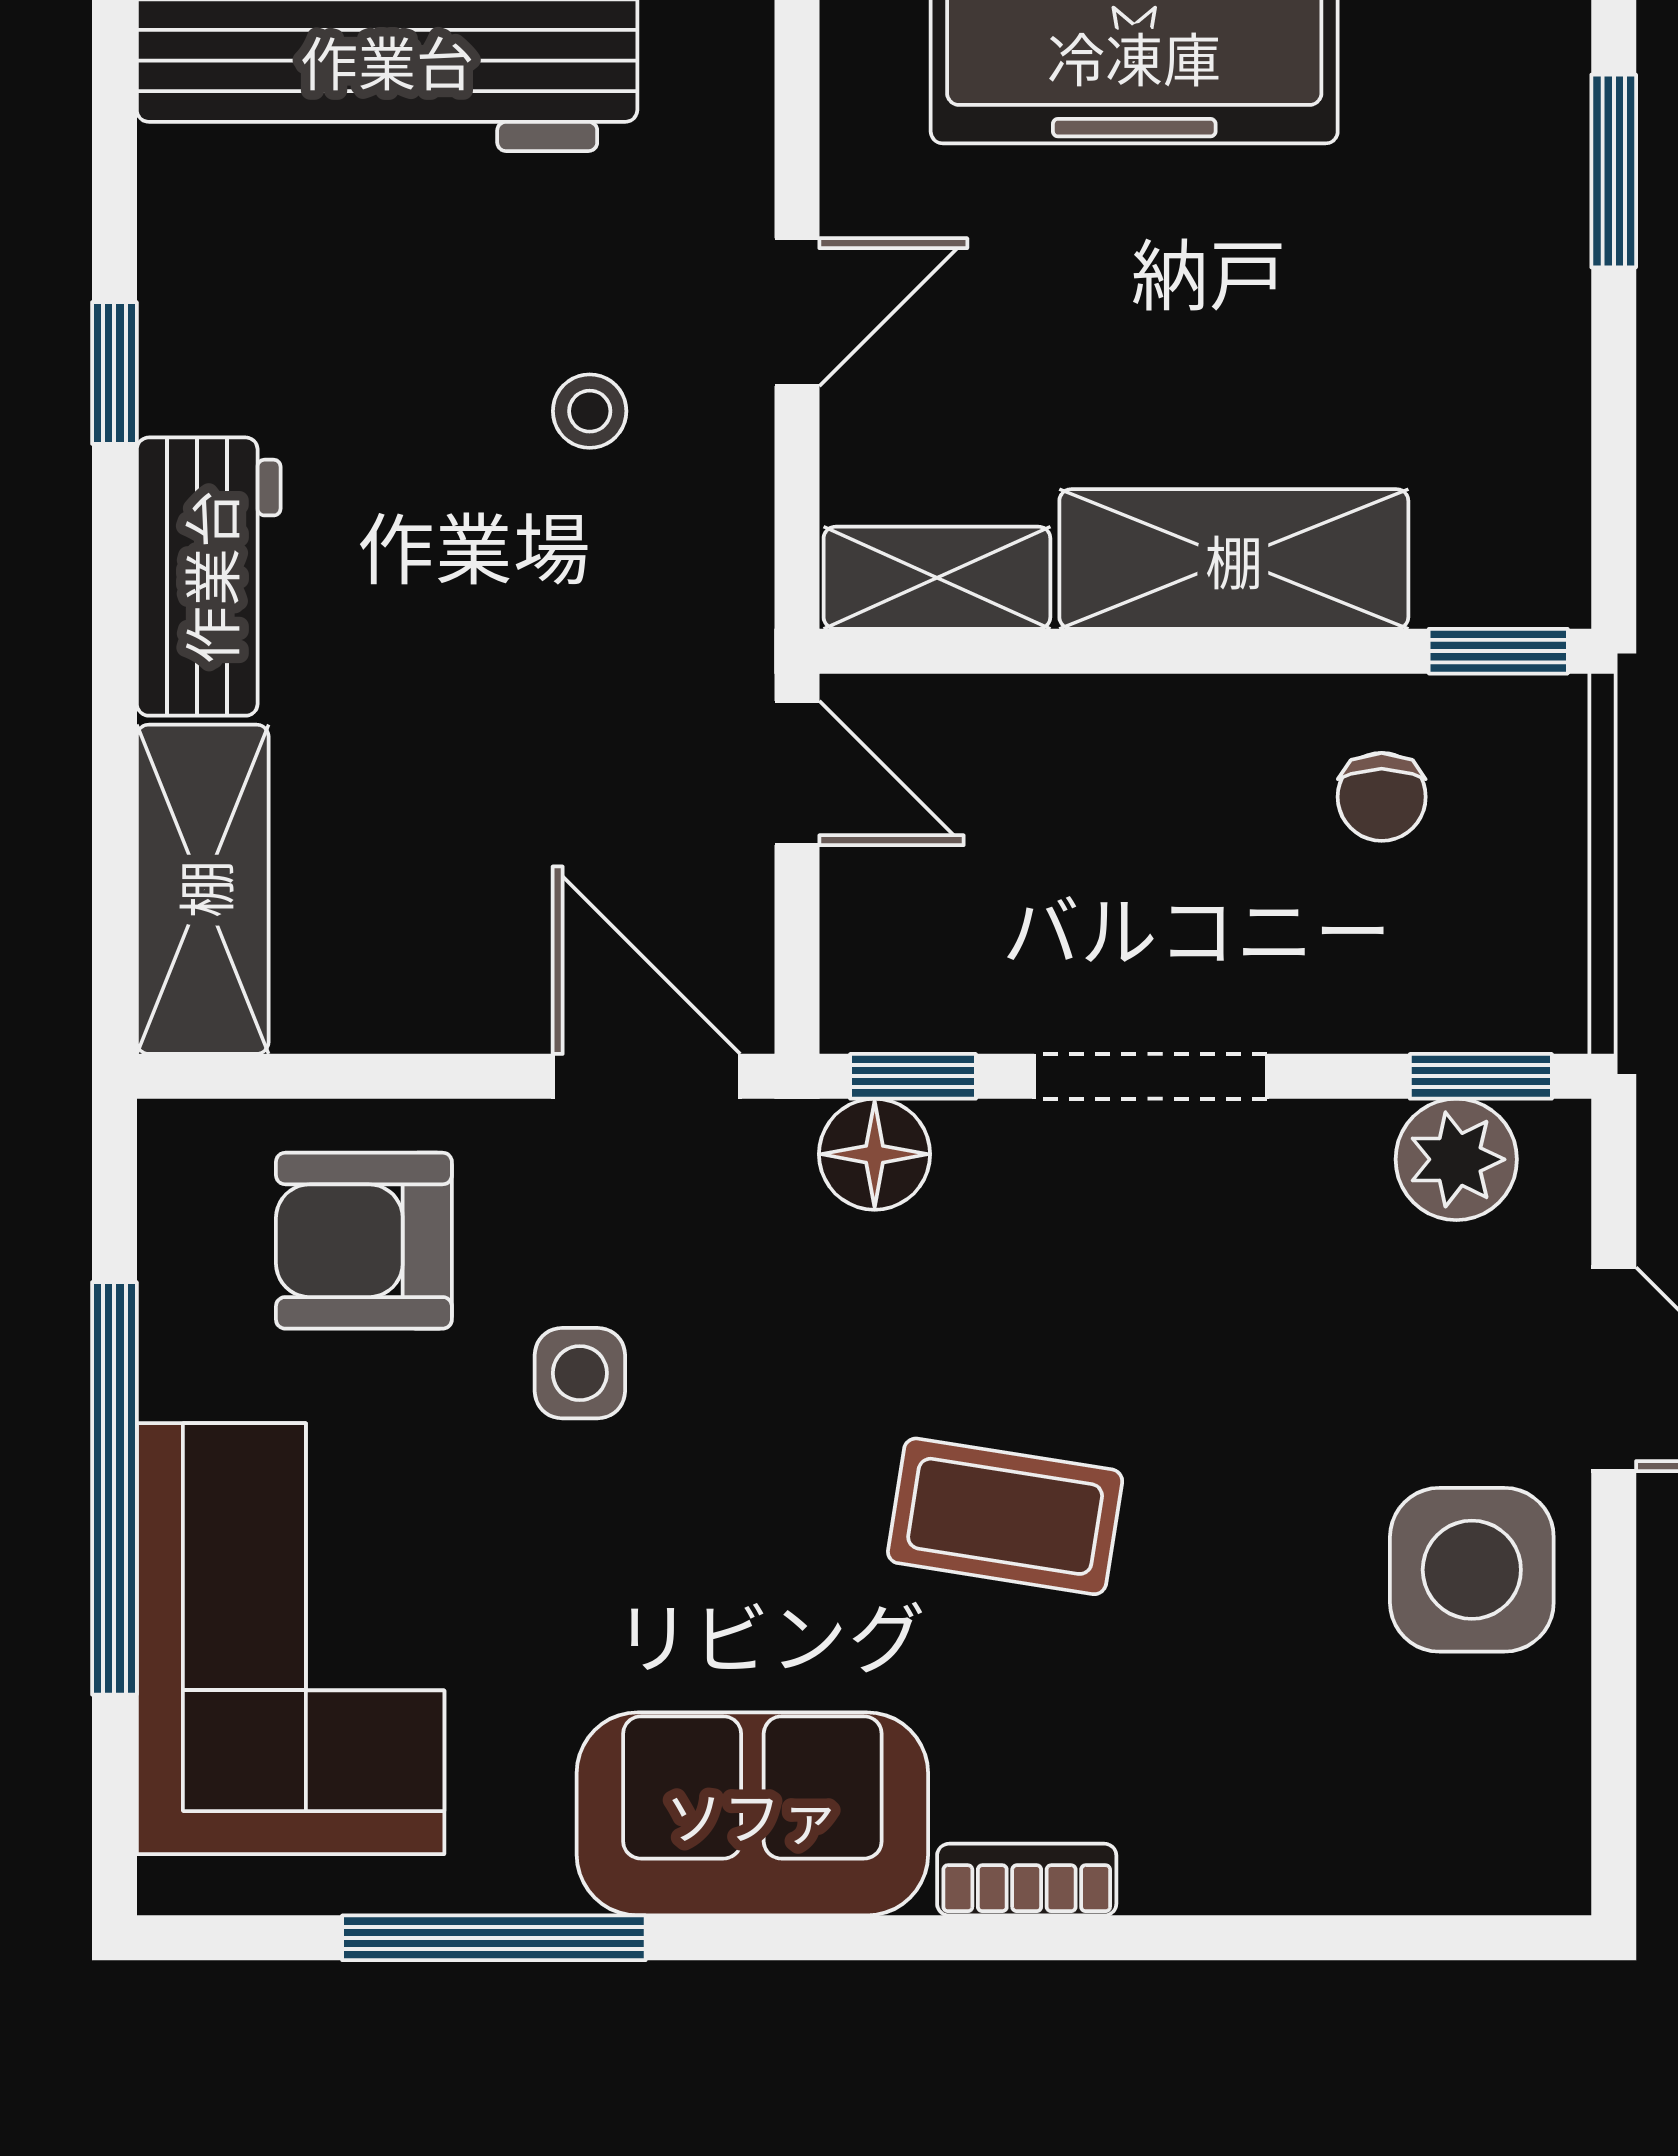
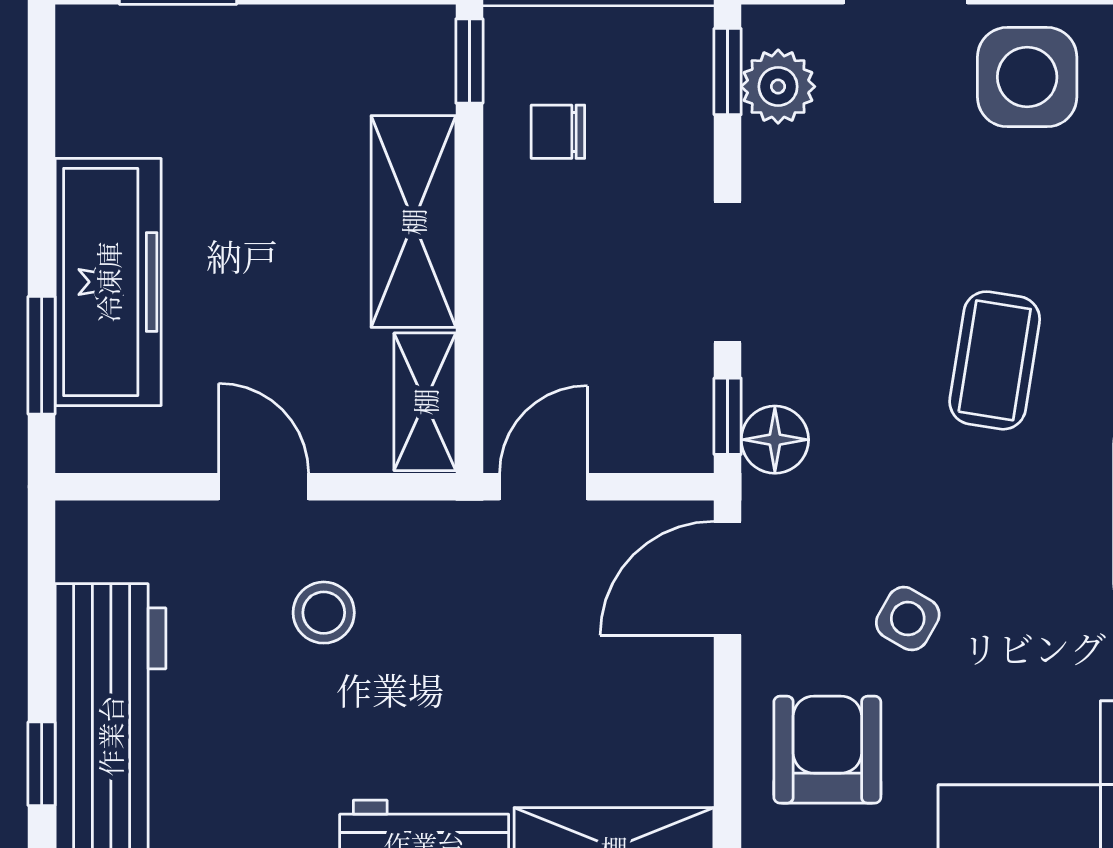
stool: (590, 411) -> (324, 613), width x1.37, depth x1.37
chair: (1382, 797) -> (558, 132), turned 180
armchair: (364, 1241) -> (827, 750), turned 180
side table: (580, 1373) -> (908, 619), turned 30

